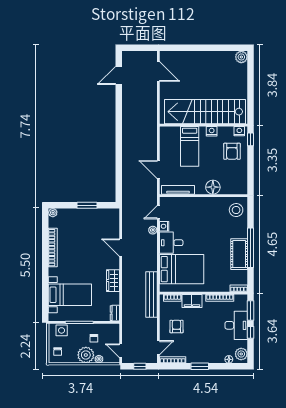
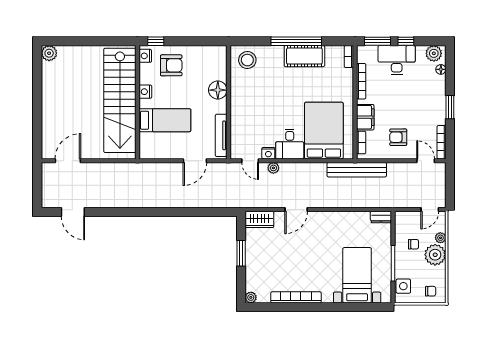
wardrobe: (113, 281) -> (259, 219), moved
window: (140, 366) -> (450, 185), removed

